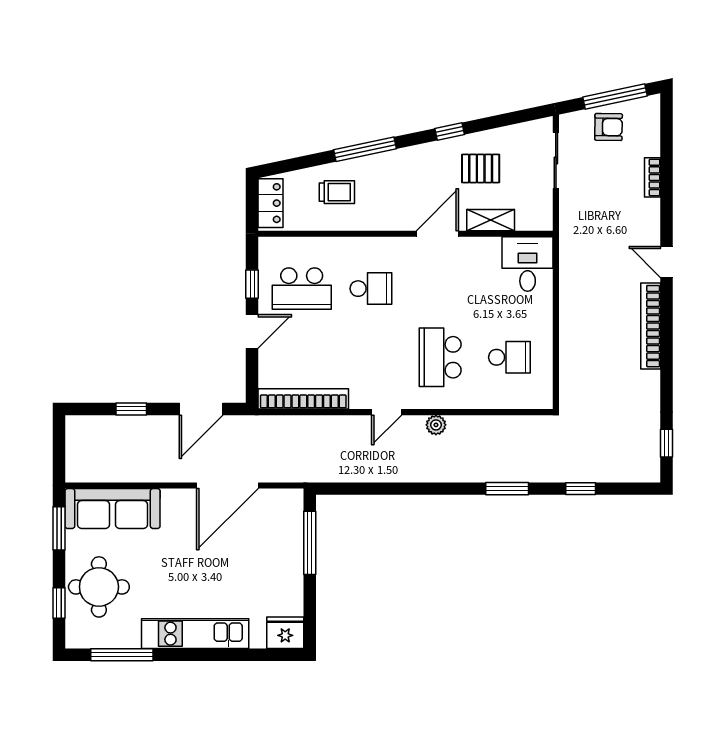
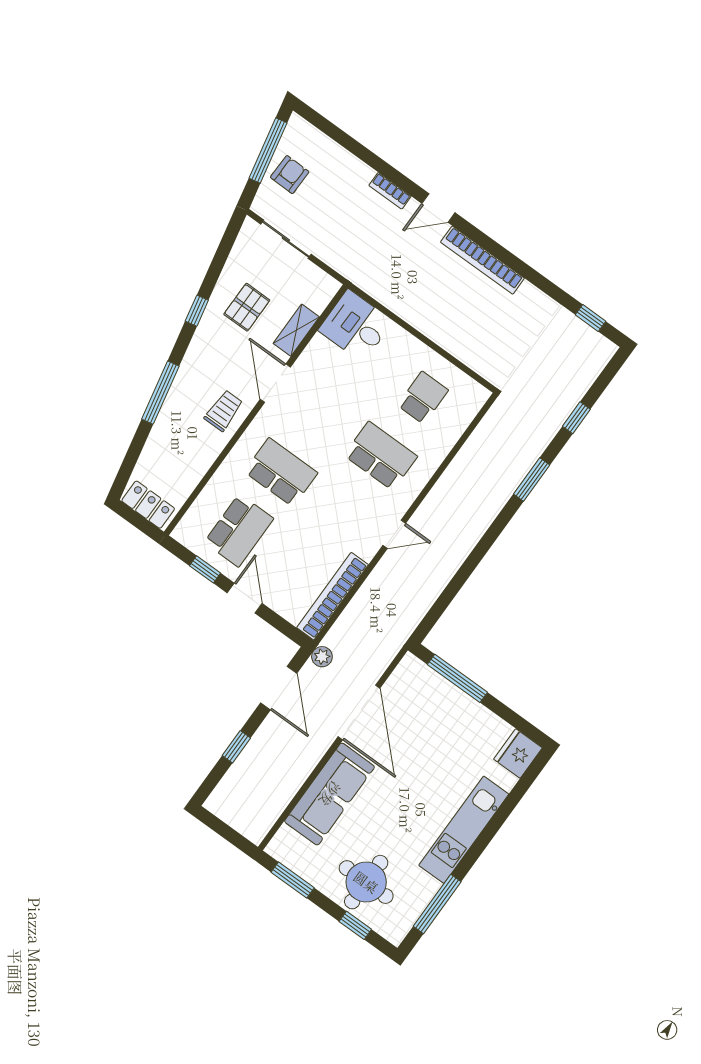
bookcase: (653, 177) -> (390, 191), moved
trolley: (337, 192) -> (224, 411), moved
school desk: (371, 289) -> (281, 472), width x1.85
school desk: (440, 357) -> (381, 456), turned 180
door: (387, 412) -> (394, 534), hinge flipped
plant: (436, 425) -> (322, 657), moved
sofa: (113, 509) -> (330, 794), moved

